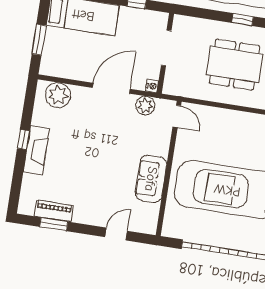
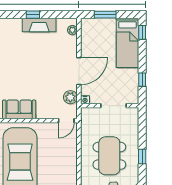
door: (111, 88) -> (79, 71), hinge flipped
plant: (58, 95) -> (72, 30), width x0.53, depth x0.53
fireplace: (36, 151) -> (39, 25), moved

